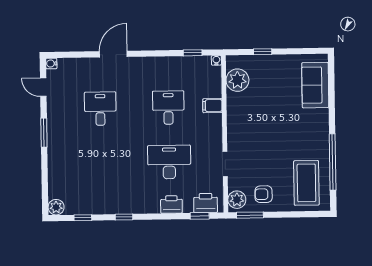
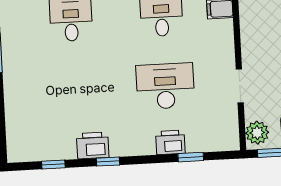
printer: (206, 203) -> (93, 145), moved
plant: (56, 207) -> (17, 152), removed
window: (200, 216) -> (191, 157), moved

